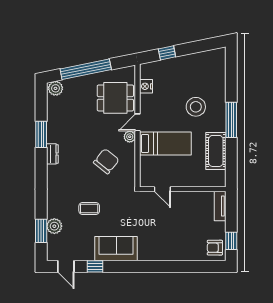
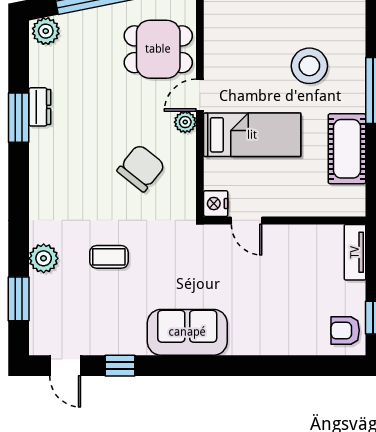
nightstand: (146, 86) -> (216, 204), moved
dresser: (52, 154) -> (40, 107), moved
plant: (54, 226) -> (44, 258), moved
sofa: (116, 249) -> (187, 332), moved

